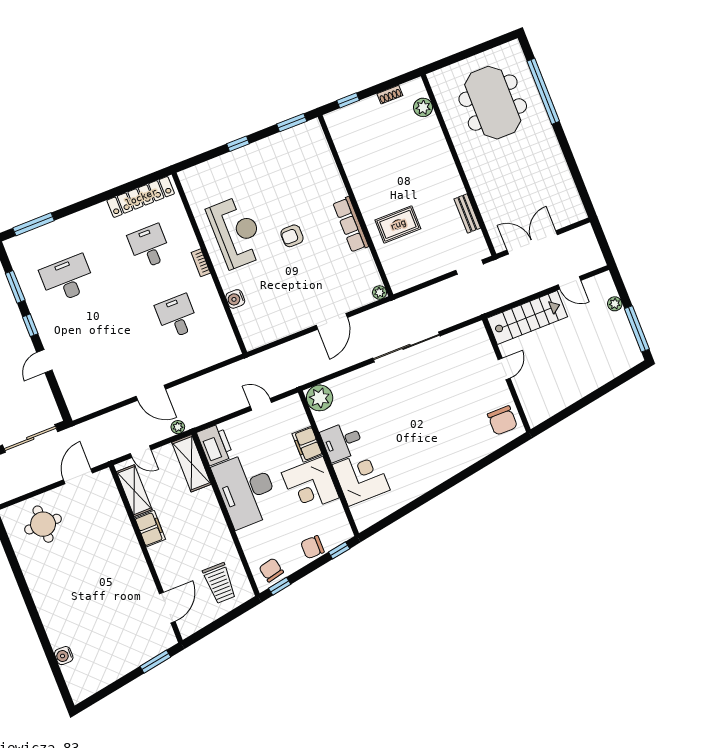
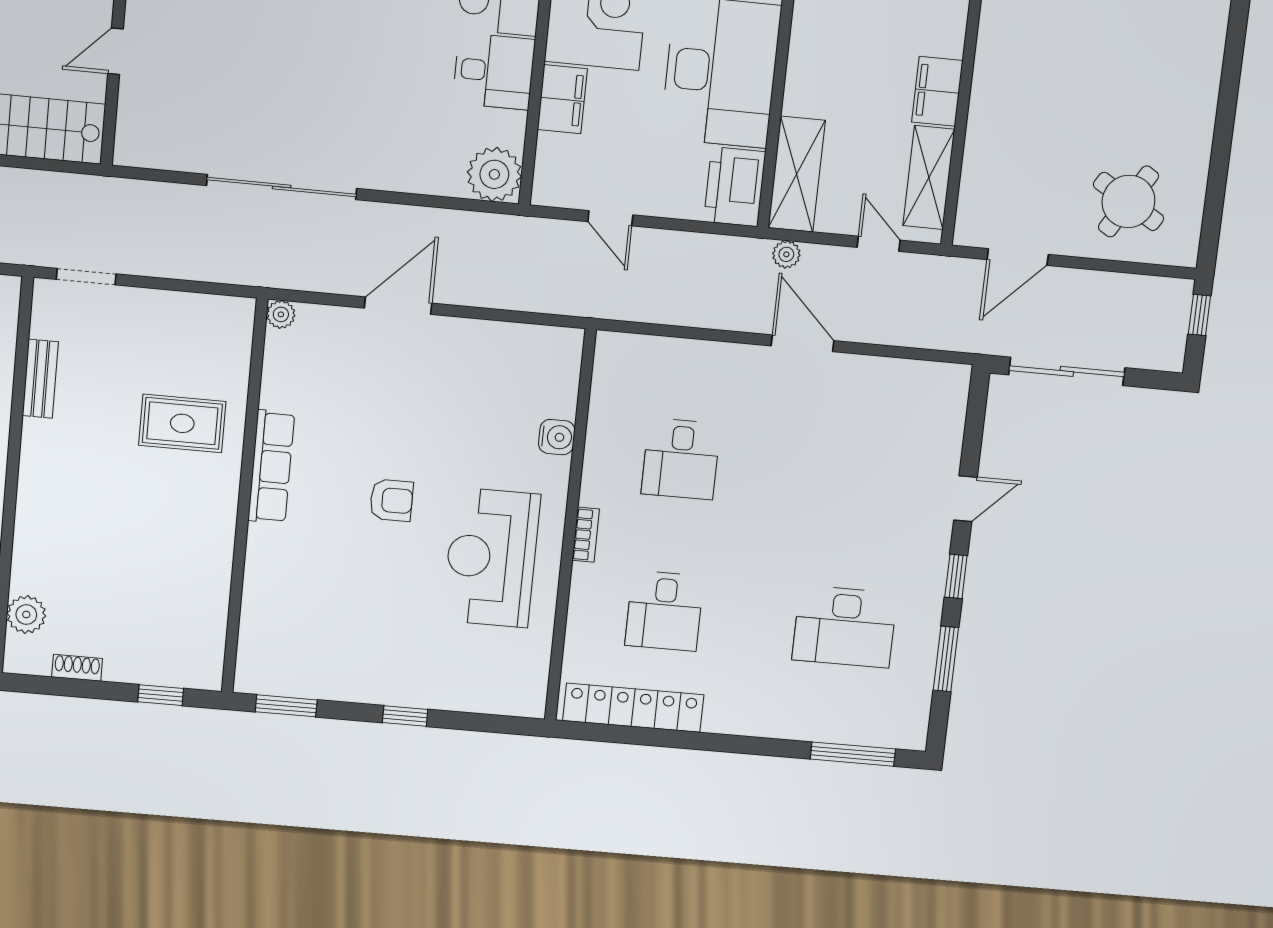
round table: (43, 524) -> (1128, 201), turned 31

